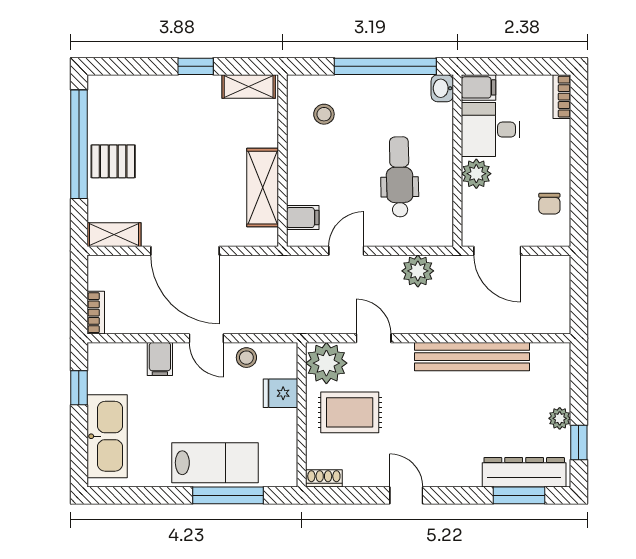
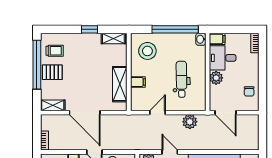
trolley: (118, 114) -> (55, 51), added
stool: (324, 114) -> (147, 51), width x1.89, depth x1.89
filing cabinet: (303, 218) -> (138, 82), moved

